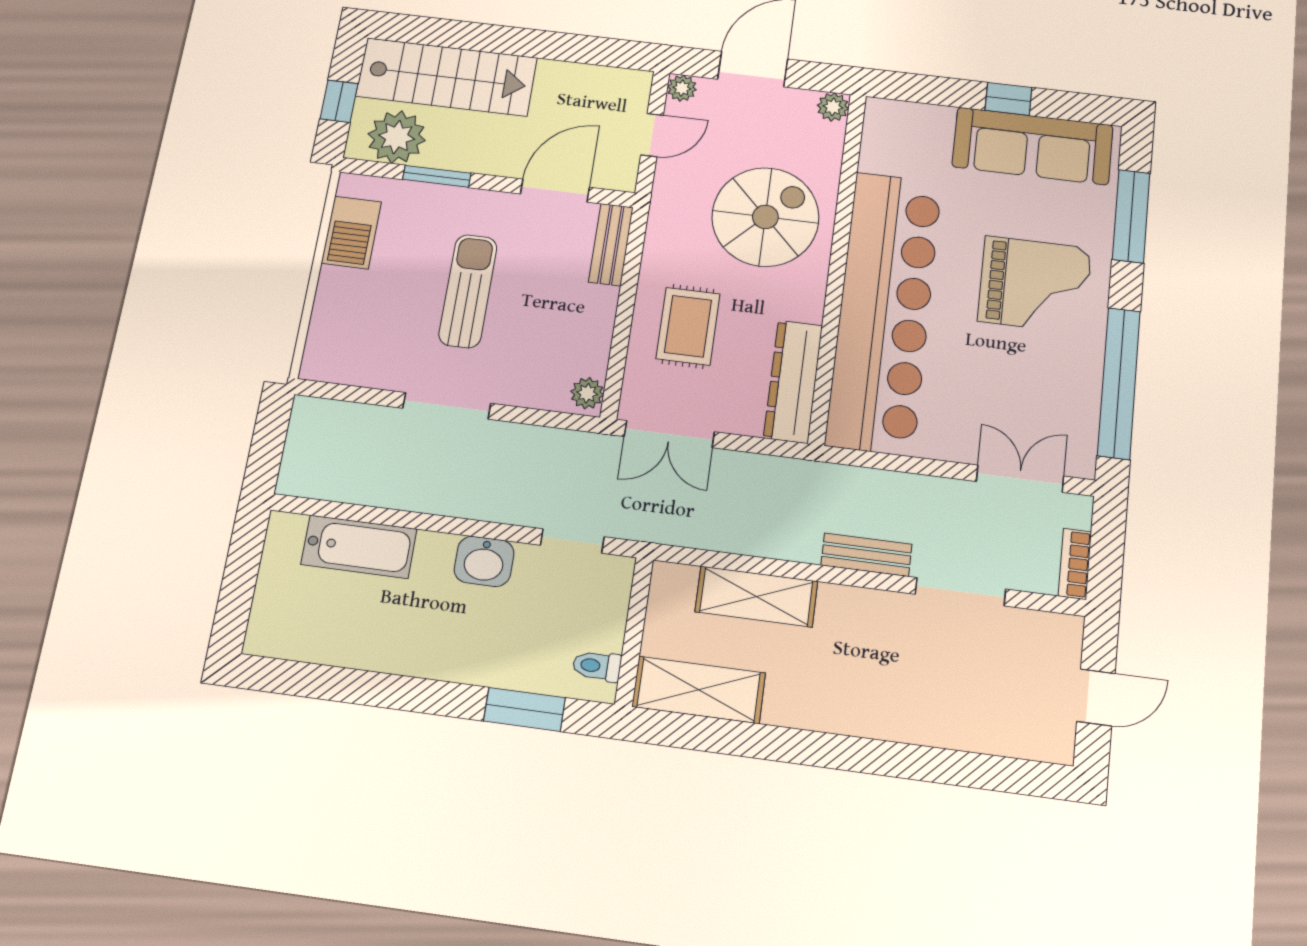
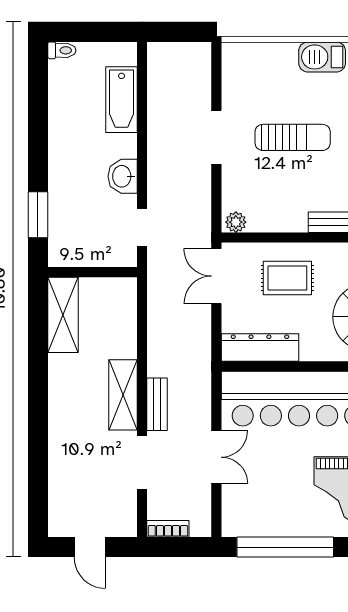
double door: (1020, 479) -> (216, 457), moved
shelving: (756, 597) -> (123, 395), moved
toilet: (597, 666) -> (62, 50), moved, turned 90

